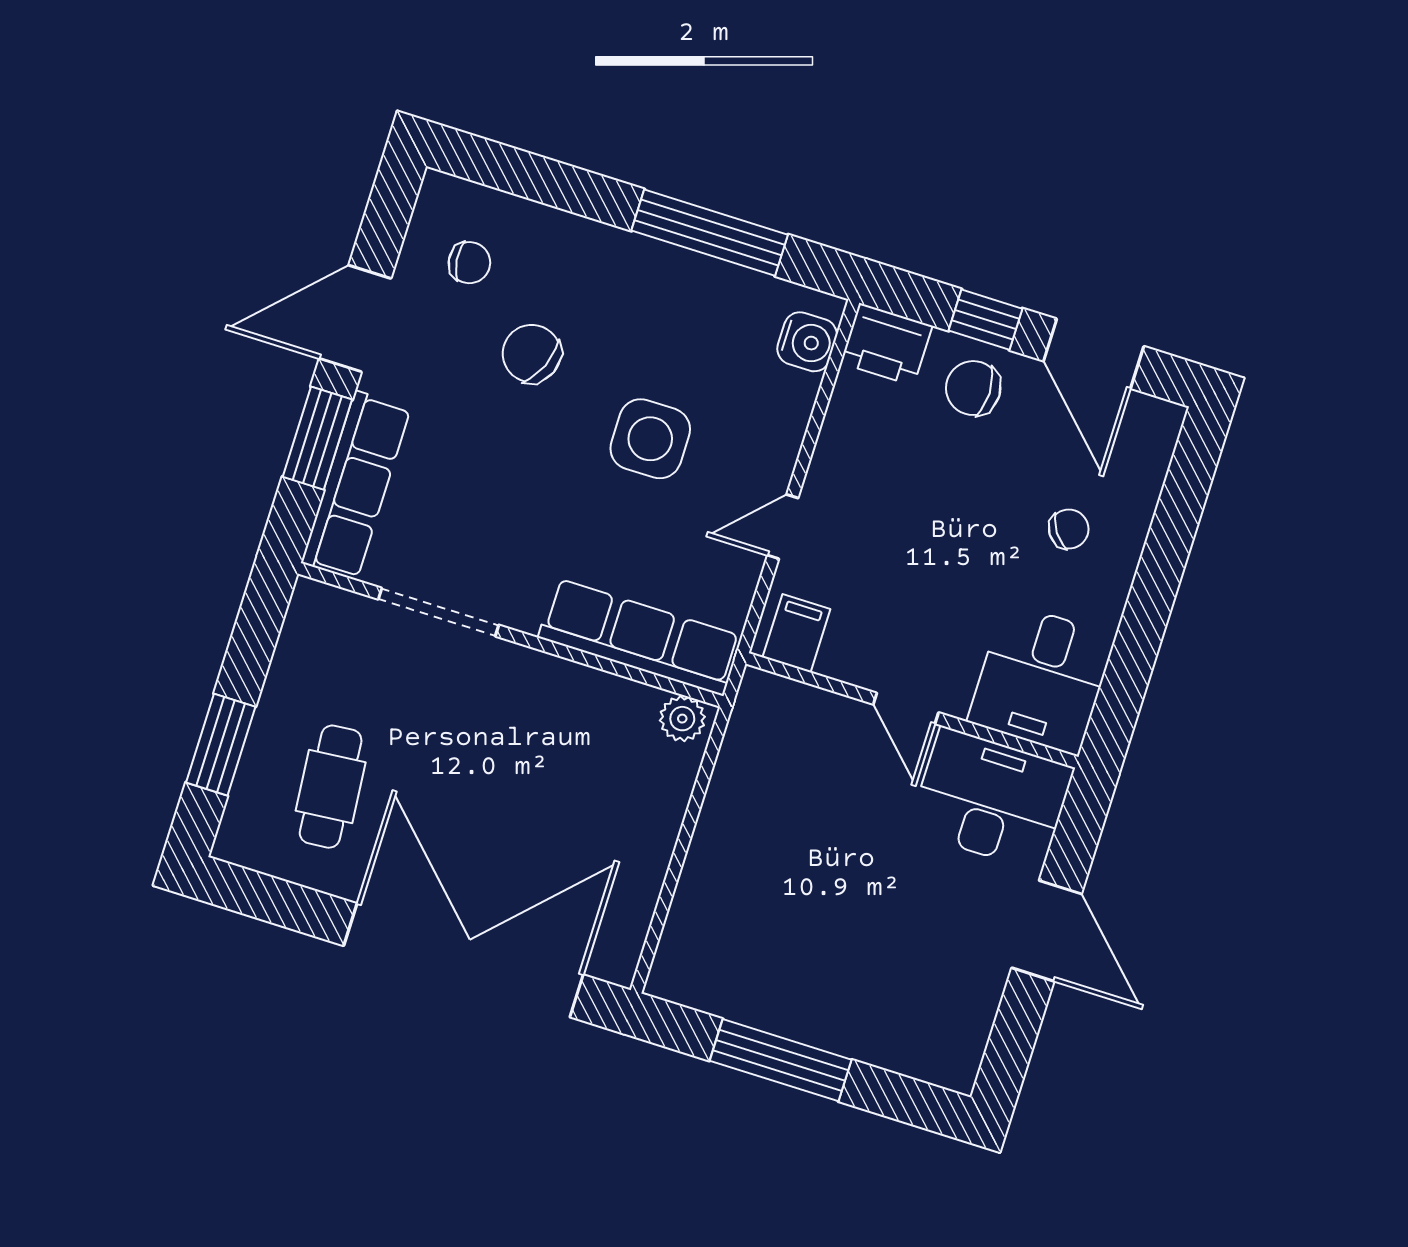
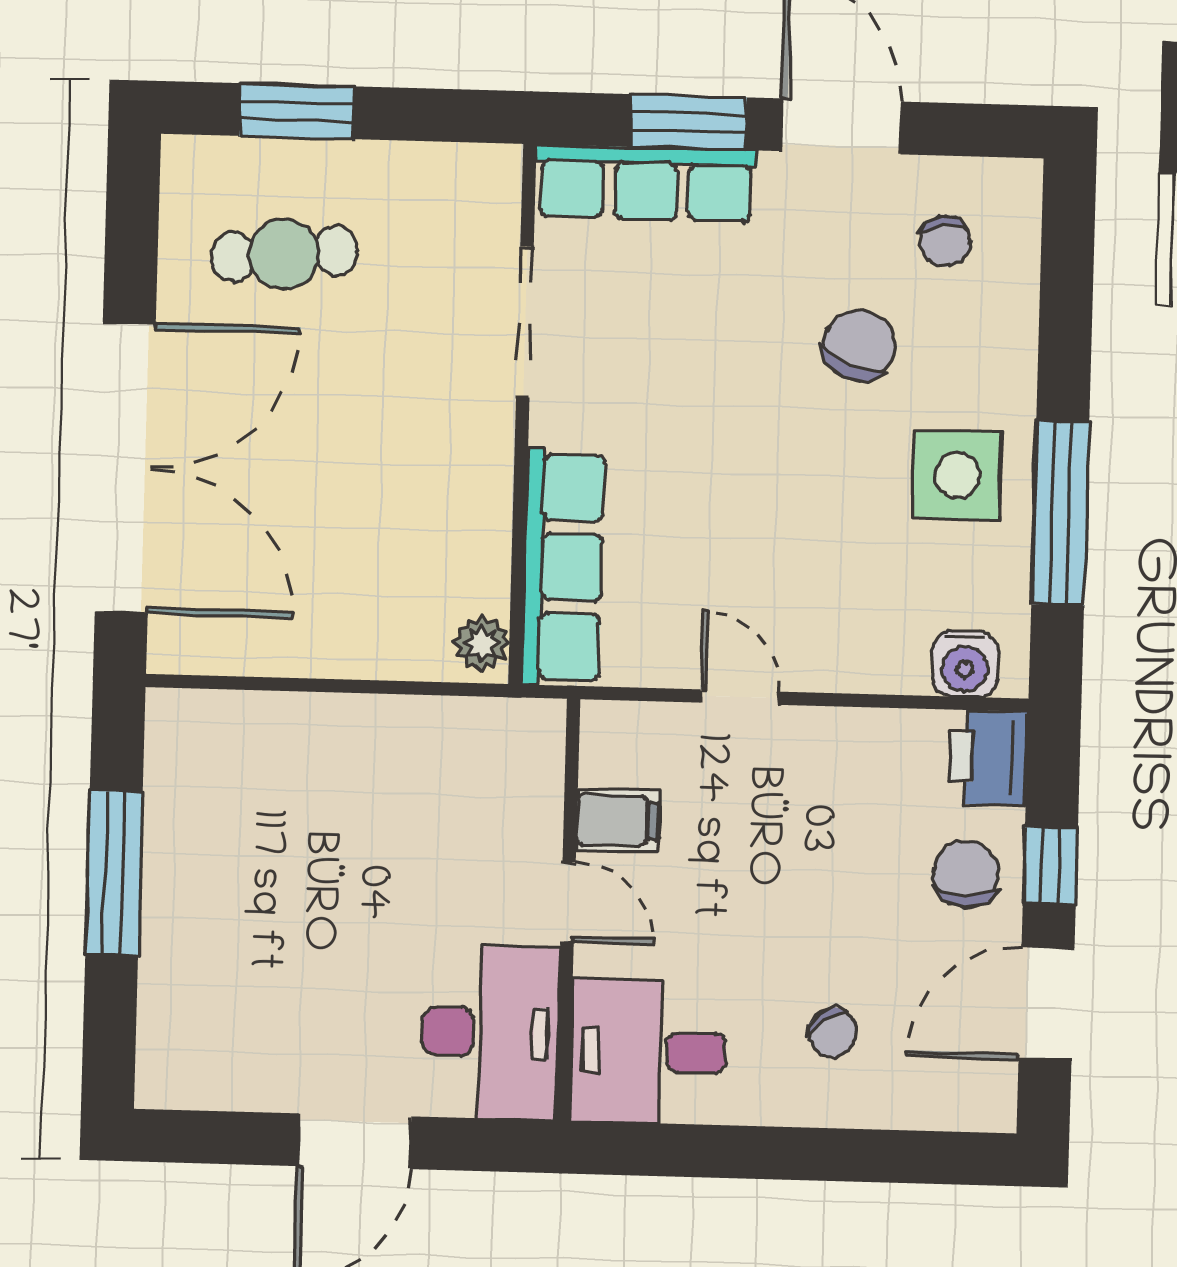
side table: (650, 439) -> (957, 475), moved
filing cabinet: (796, 633) -> (618, 820), moved
door: (906, 708) -> (568, 902), swing flipped

